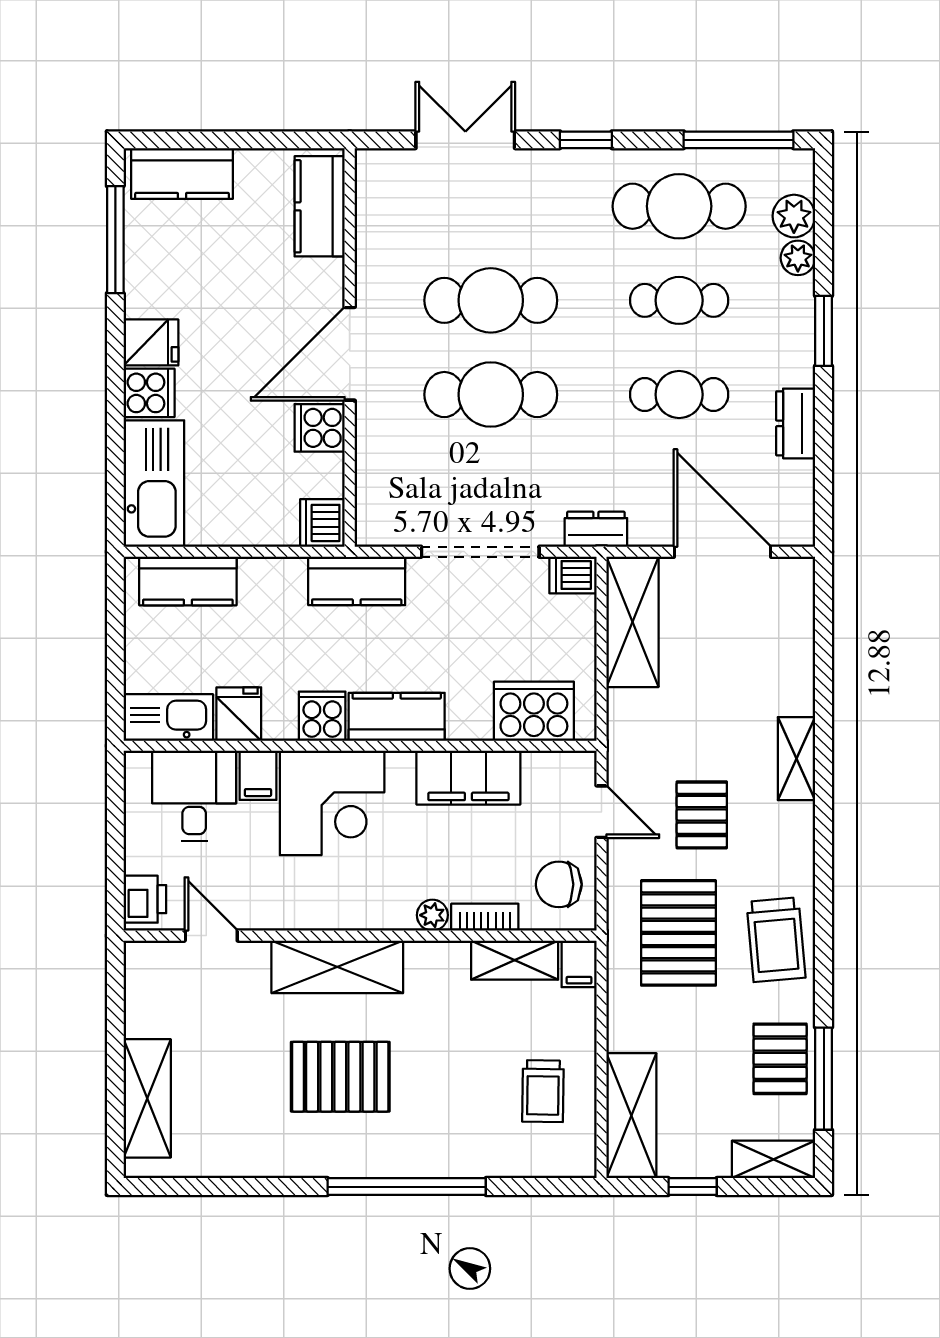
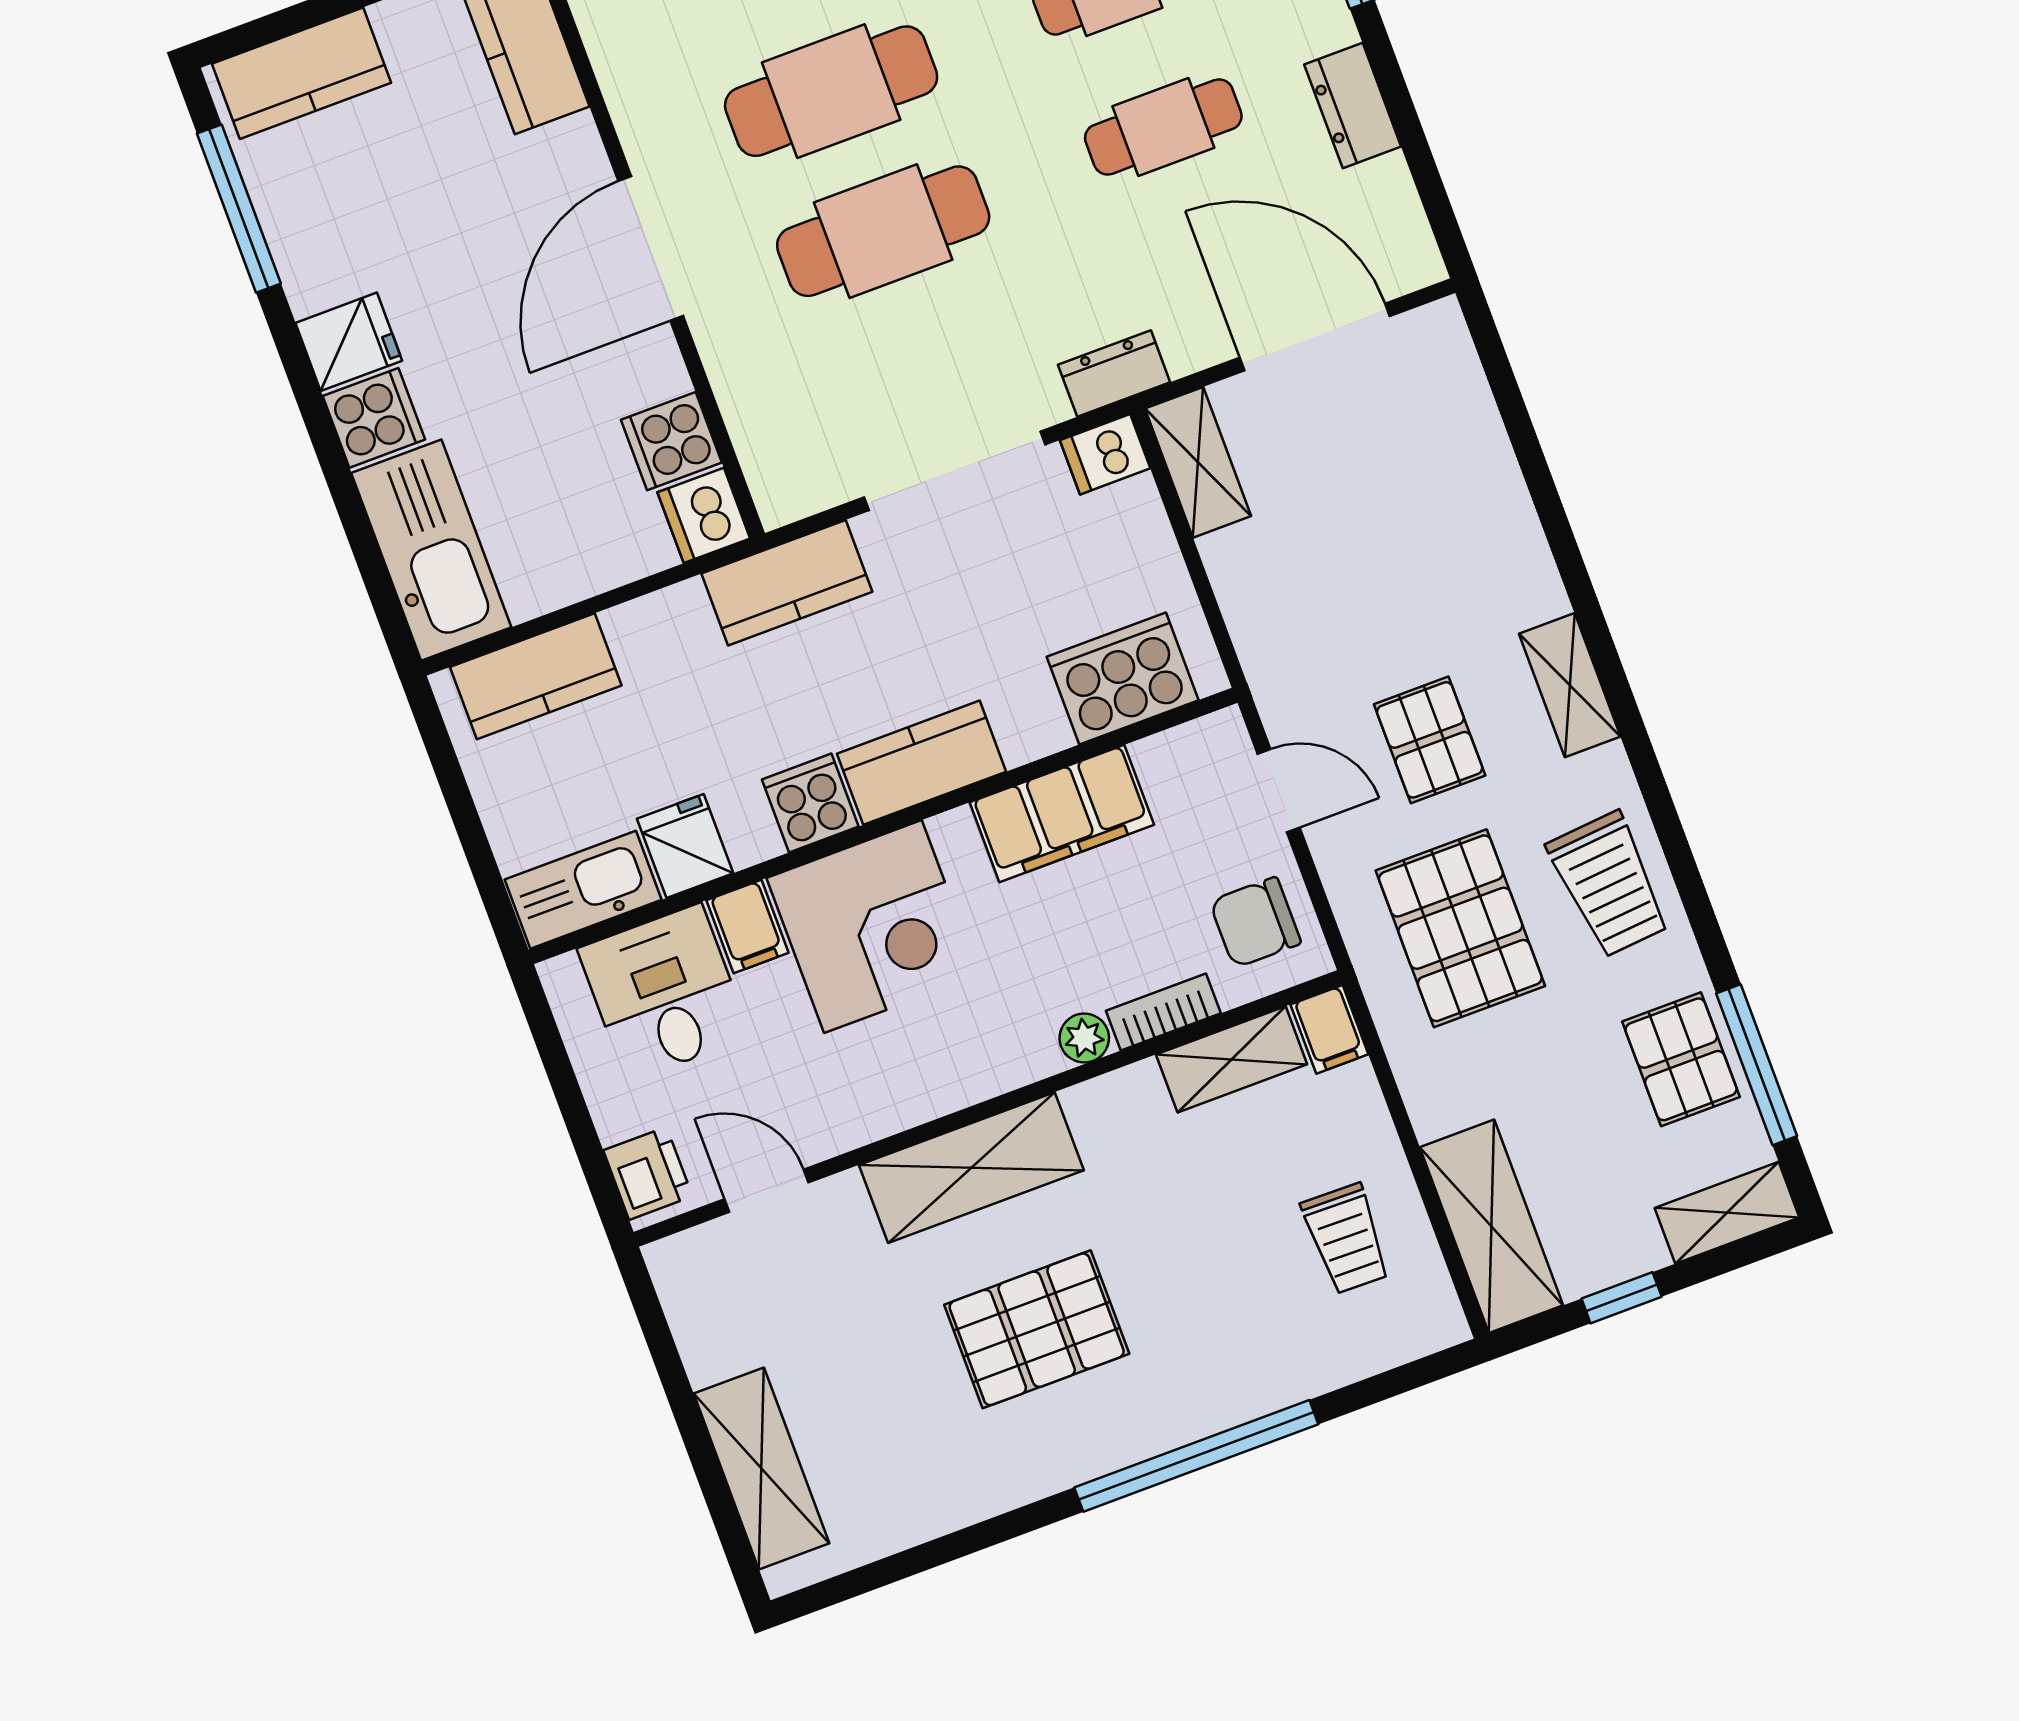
cooker: (320, 428) -> (671, 441), moved
shelving: (632, 622) -> (1198, 462), width x0.67, depth x0.75
shelving: (797, 759) -> (1570, 685), moved

